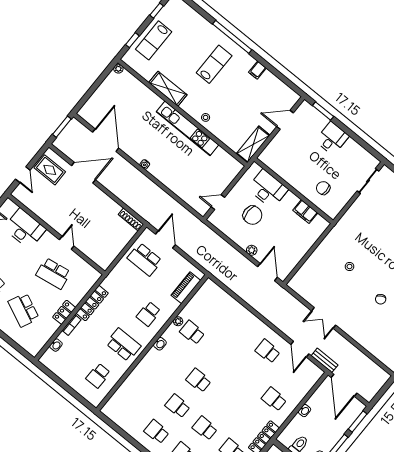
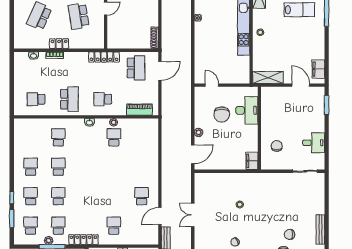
filing cabinet: (257, 70) -> (318, 69), moved, width x2.00
desk: (332, 138) -> (314, 143), moved
filing cabinet: (305, 212) -> (252, 161), moved
school desk: (145, 259) -> (136, 68), turned 180
locker: (92, 303) -> (104, 57), moved
school desk: (198, 380) -> (58, 137), moved

